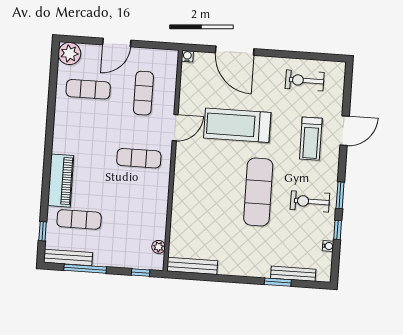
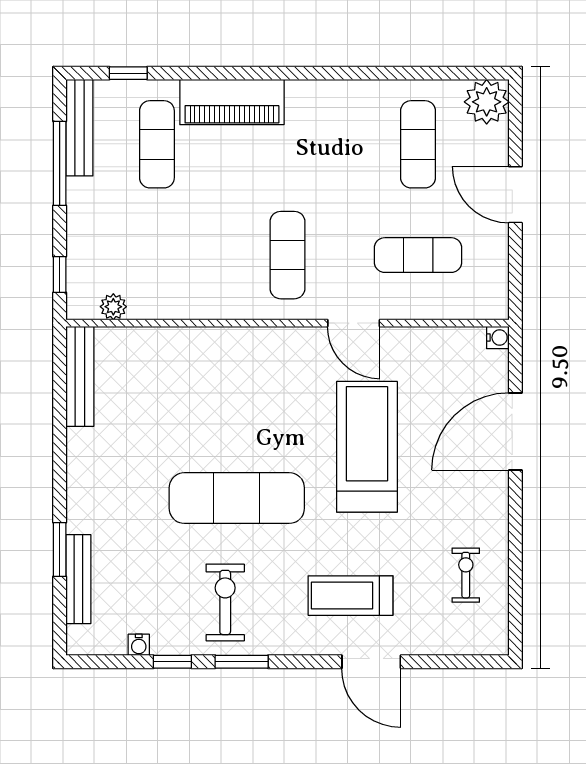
exercise bike: (305, 80) -> (466, 575), width x0.73, depth x0.72

